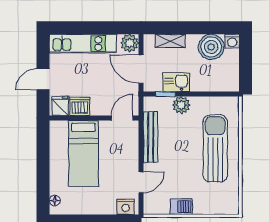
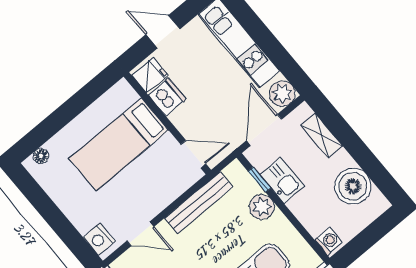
washing machine: (232, 41) -> (329, 241), moved, turned 180

